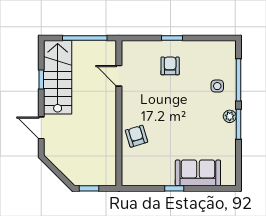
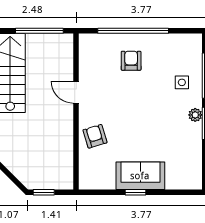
window: (172, 38) -> (133, 31), width x3.17
door: (119, 76) -> (76, 92), moved
sofa: (198, 173) -> (140, 176), moved

